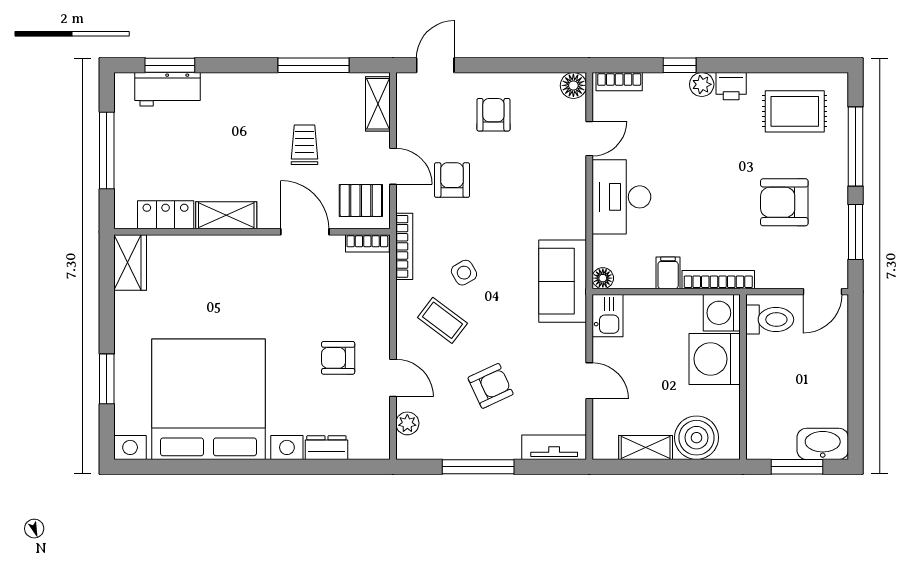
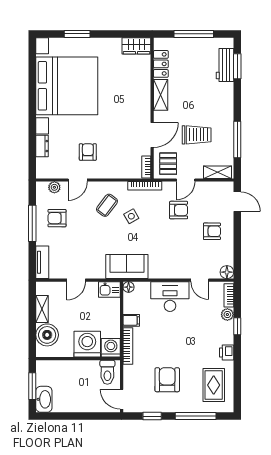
plant: (702, 84) -> (227, 315), moved
trolley: (305, 145) -> (197, 135), width x1.36, depth x1.39
window: (855, 232) -> (152, 416), width x0.67
armchair: (491, 386) -> (57, 218), moved, turned 115

